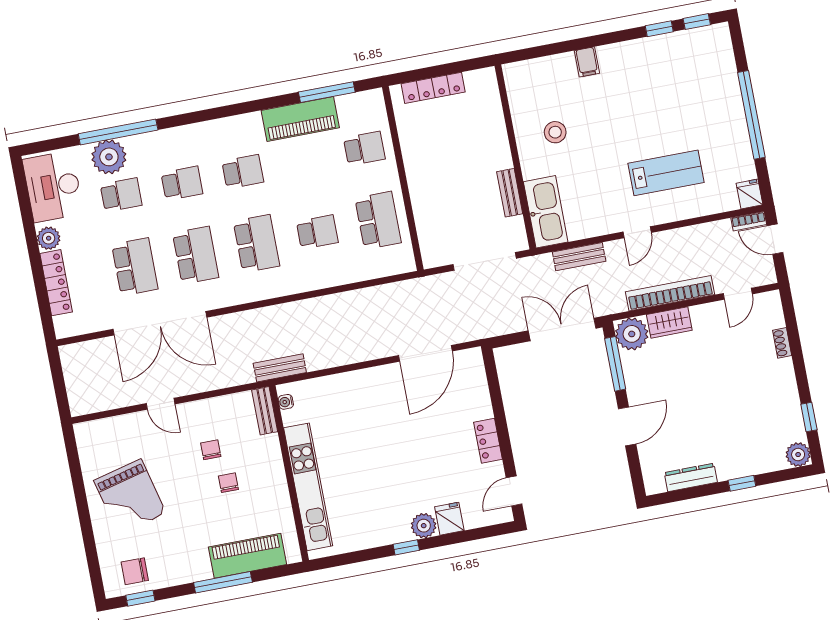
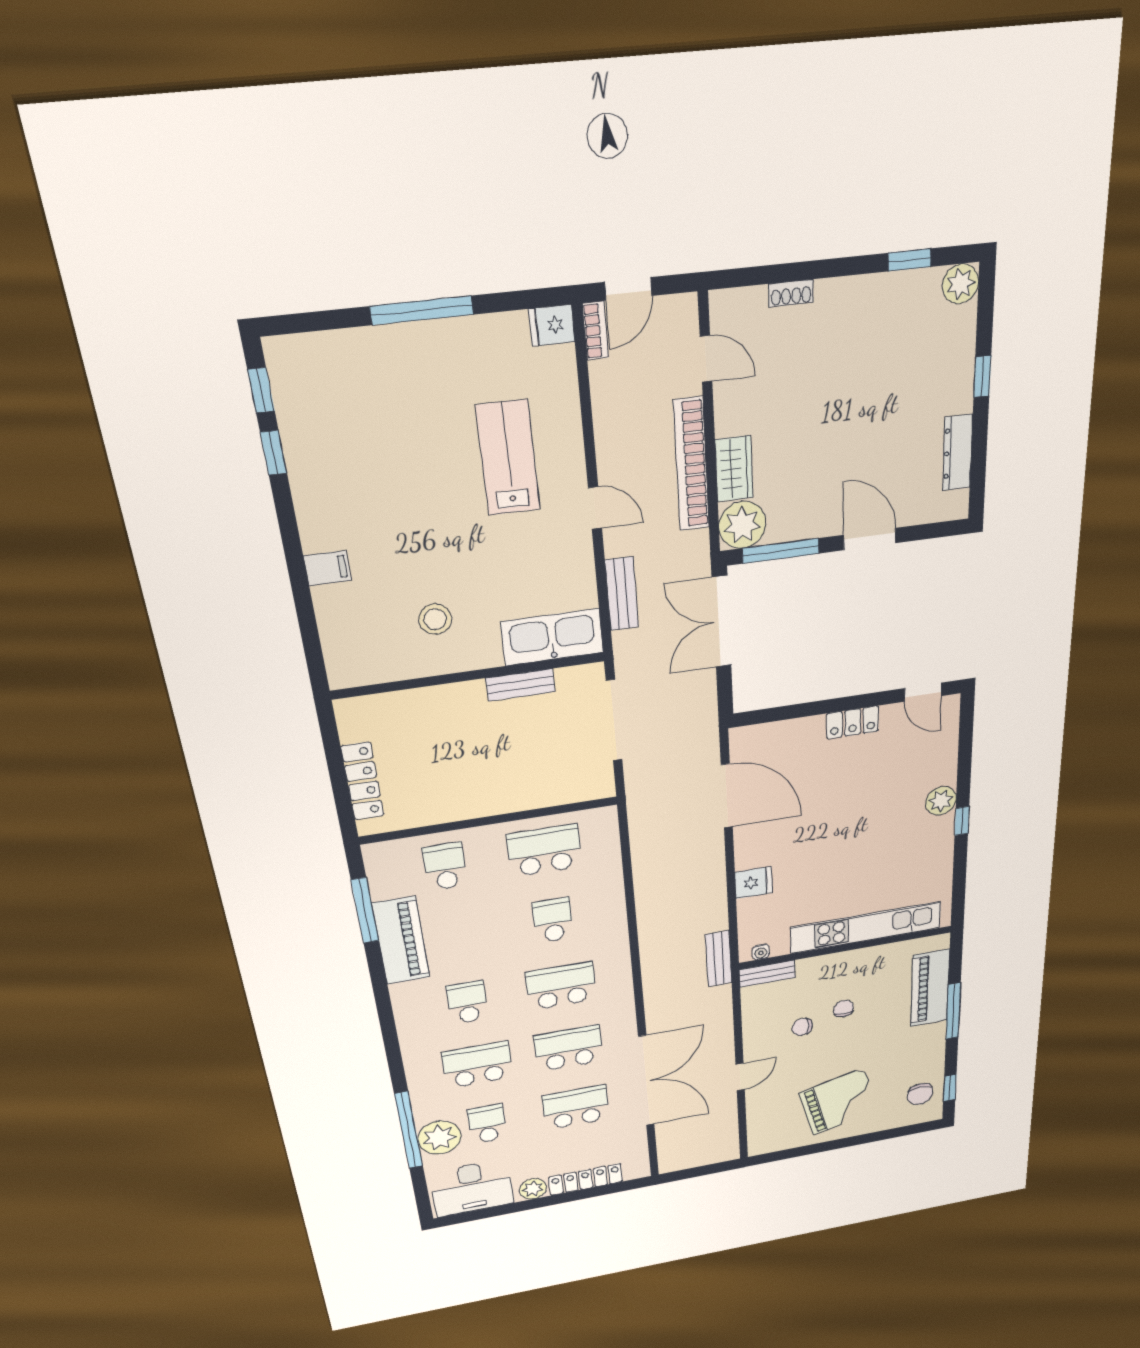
window: (751, 115) -> (422, 310), width x0.68
school desk: (182, 183) -> (477, 1065), width x1.85
chair: (228, 483) -> (844, 1009), turned 90
fridge: (449, 519) -> (754, 883), moved, turned 180

